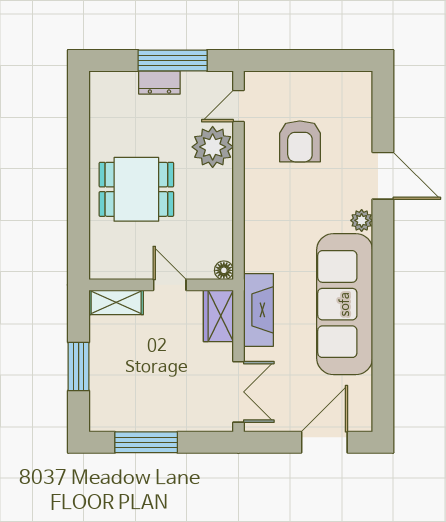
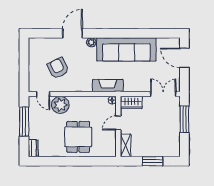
dresser: (159, 82) -> (33, 148), moved
armchair: (300, 141) -> (58, 68), turned -116
fireplace: (259, 310) -> (108, 86), moved
window: (146, 442) -> (184, 119), moved

